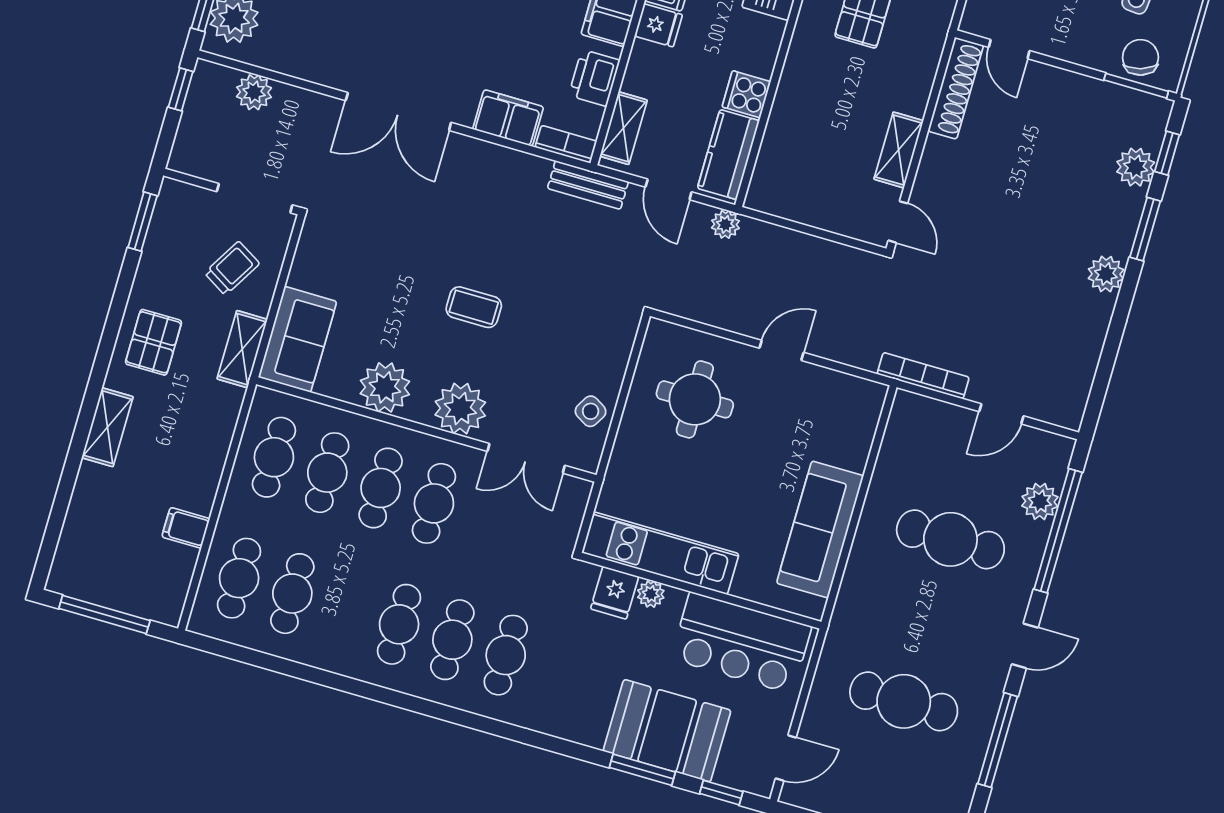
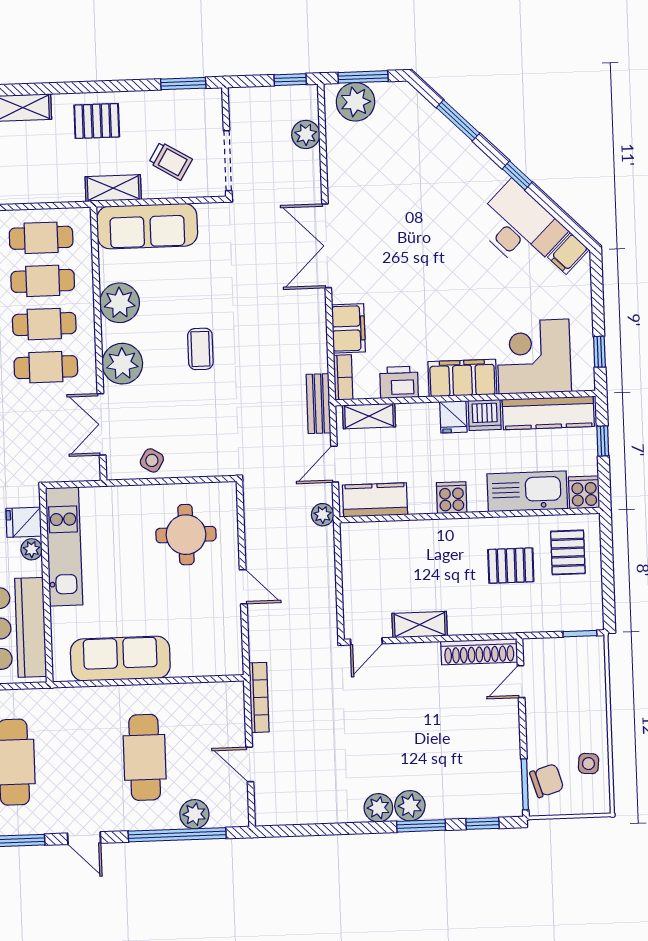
cooker: (746, 94) -> (452, 498), moved
plant: (1136, 167) -> (410, 806), moved
sofa: (297, 339) -> (147, 226), width x1.36

